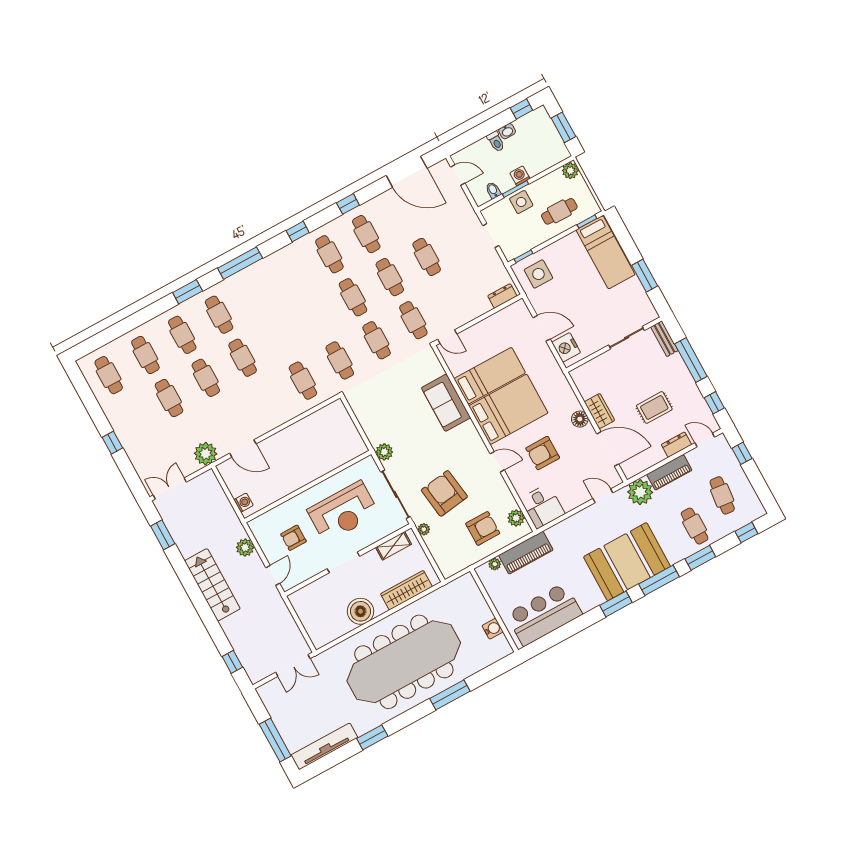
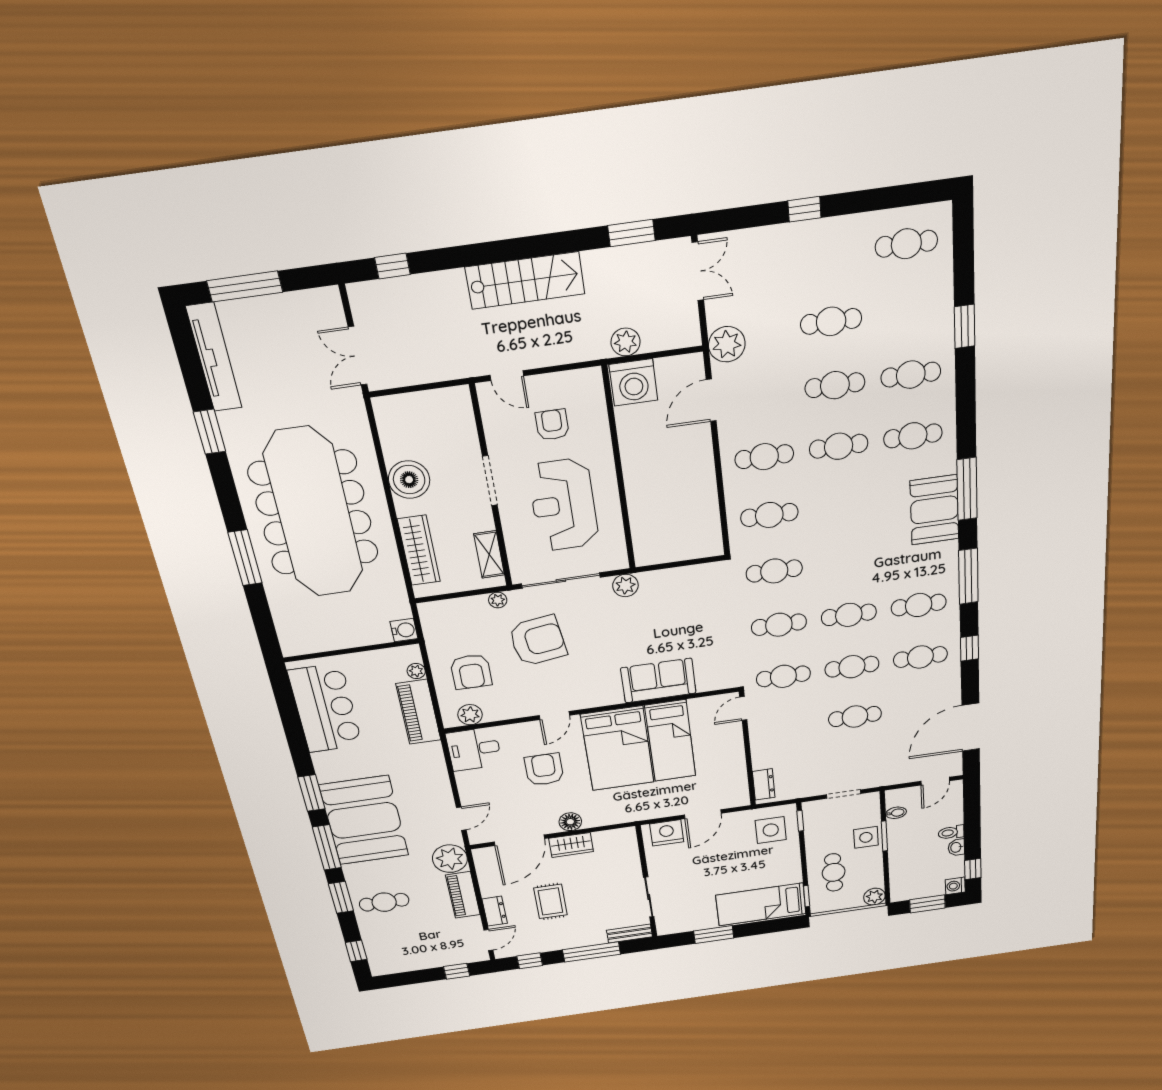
washing machine: (520, 176) -> (955, 886), moved, turned 180
window: (298, 232) -> (968, 576), width x2.17
booth: (261, 277) -> (934, 510), added
window: (188, 292) -> (965, 326), moved
cafe table: (145, 355) -> (764, 457), moved
cafe table: (722, 495) -> (412, 939), removed
washing machine: (243, 503) -> (633, 382), width x1.89, depth x1.89
plant: (245, 547) -> (626, 342), moved
water cooler: (493, 629) -> (404, 630), moved, turned -90

